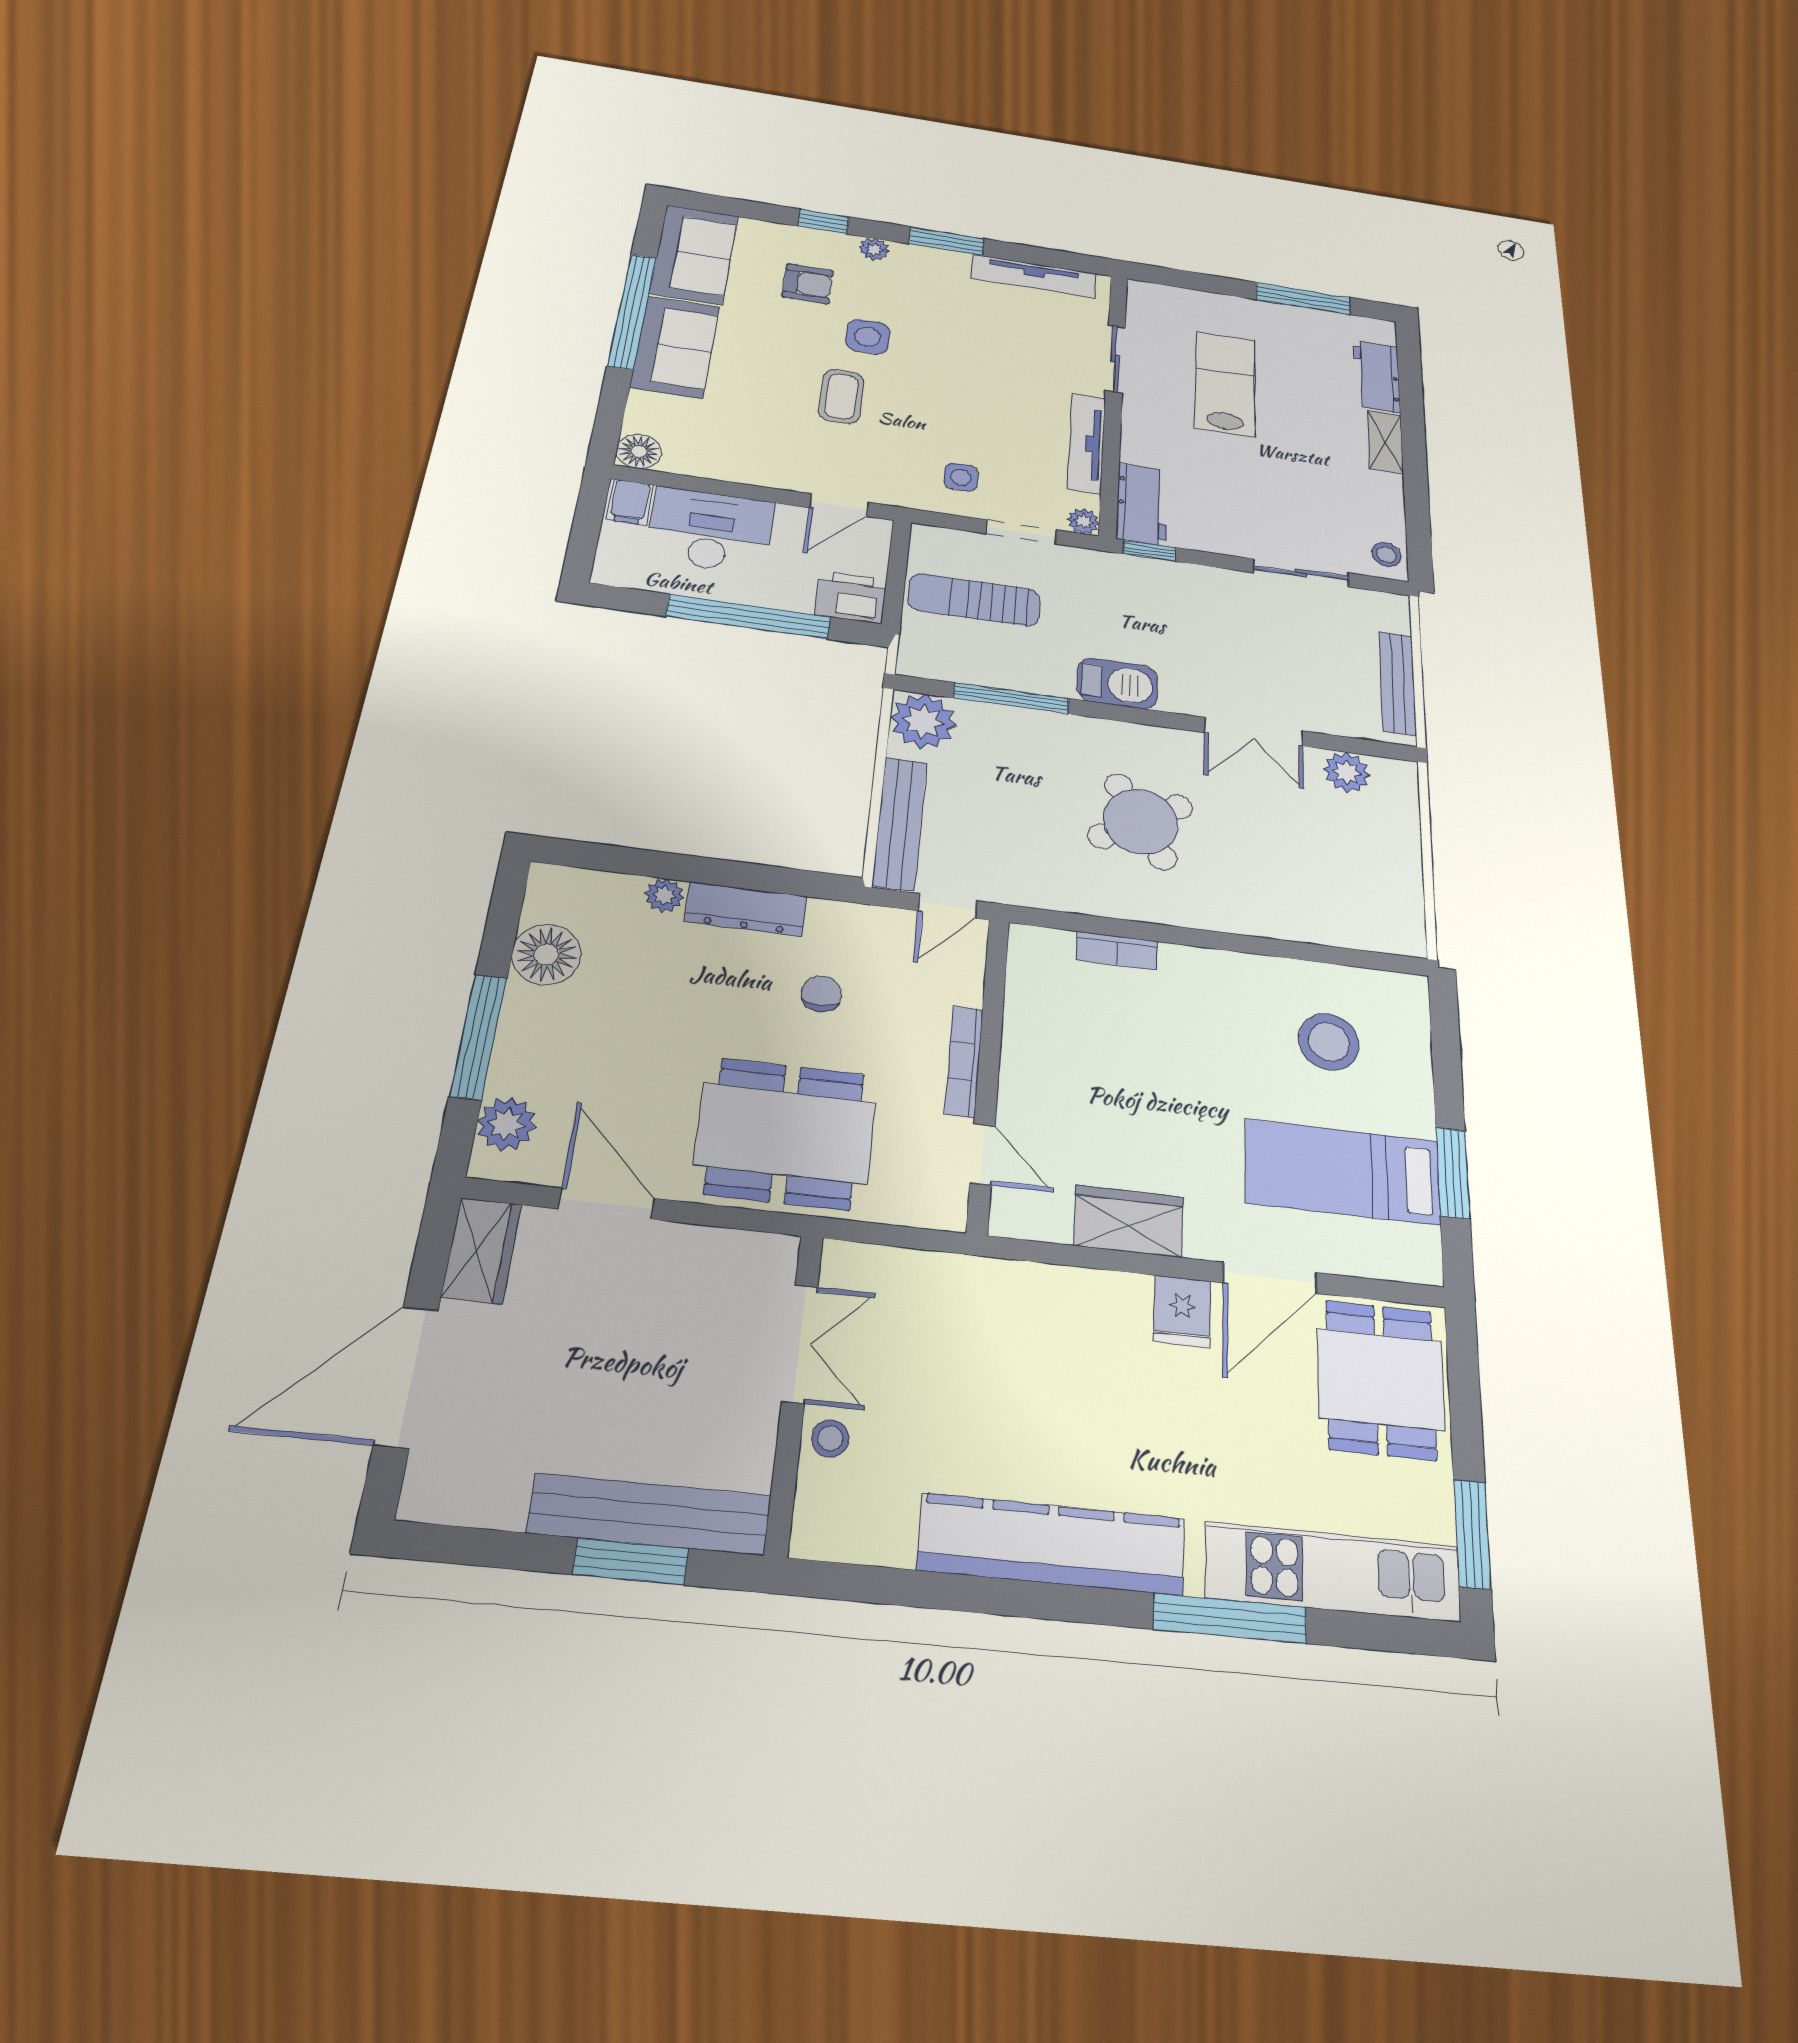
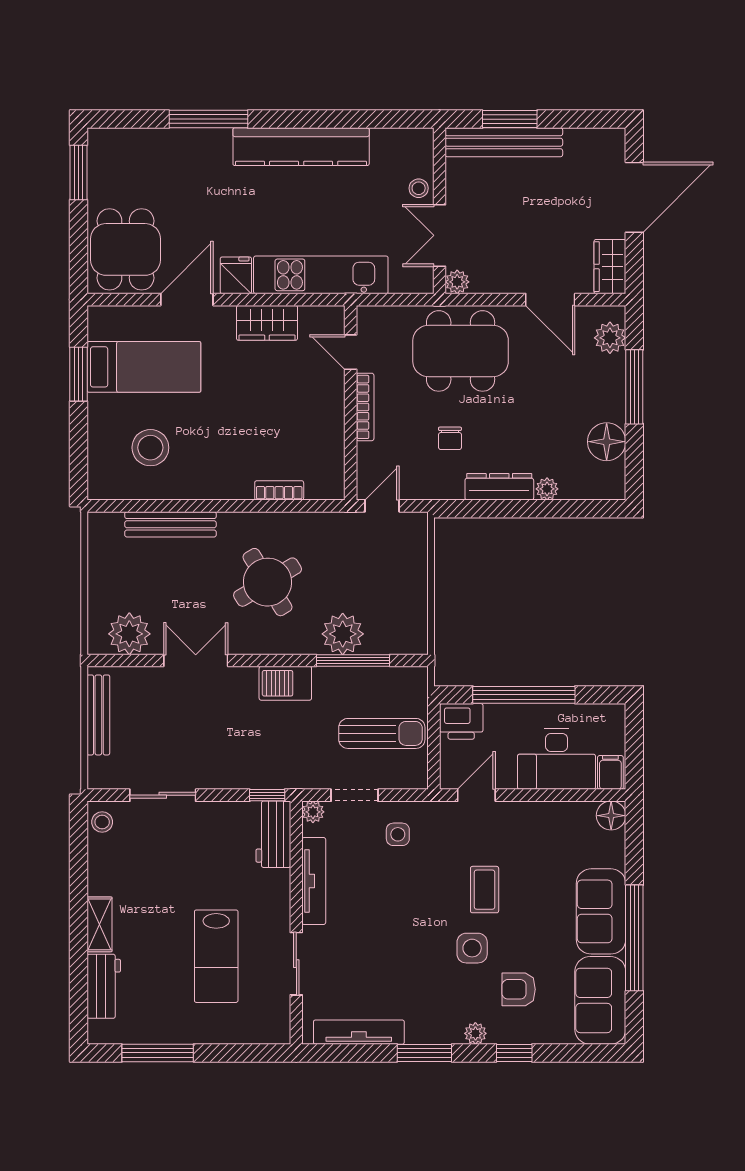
plant: (923, 721) -> (343, 634), moved
plant: (1347, 772) -> (129, 634), width x1.36, depth x1.36
bench: (900, 823) -> (170, 524), moved, turned 90
plant: (777, 1255) -> (457, 282), added
kitchen unit: (1333, 1572) -> (321, 275), moved, turned 180

